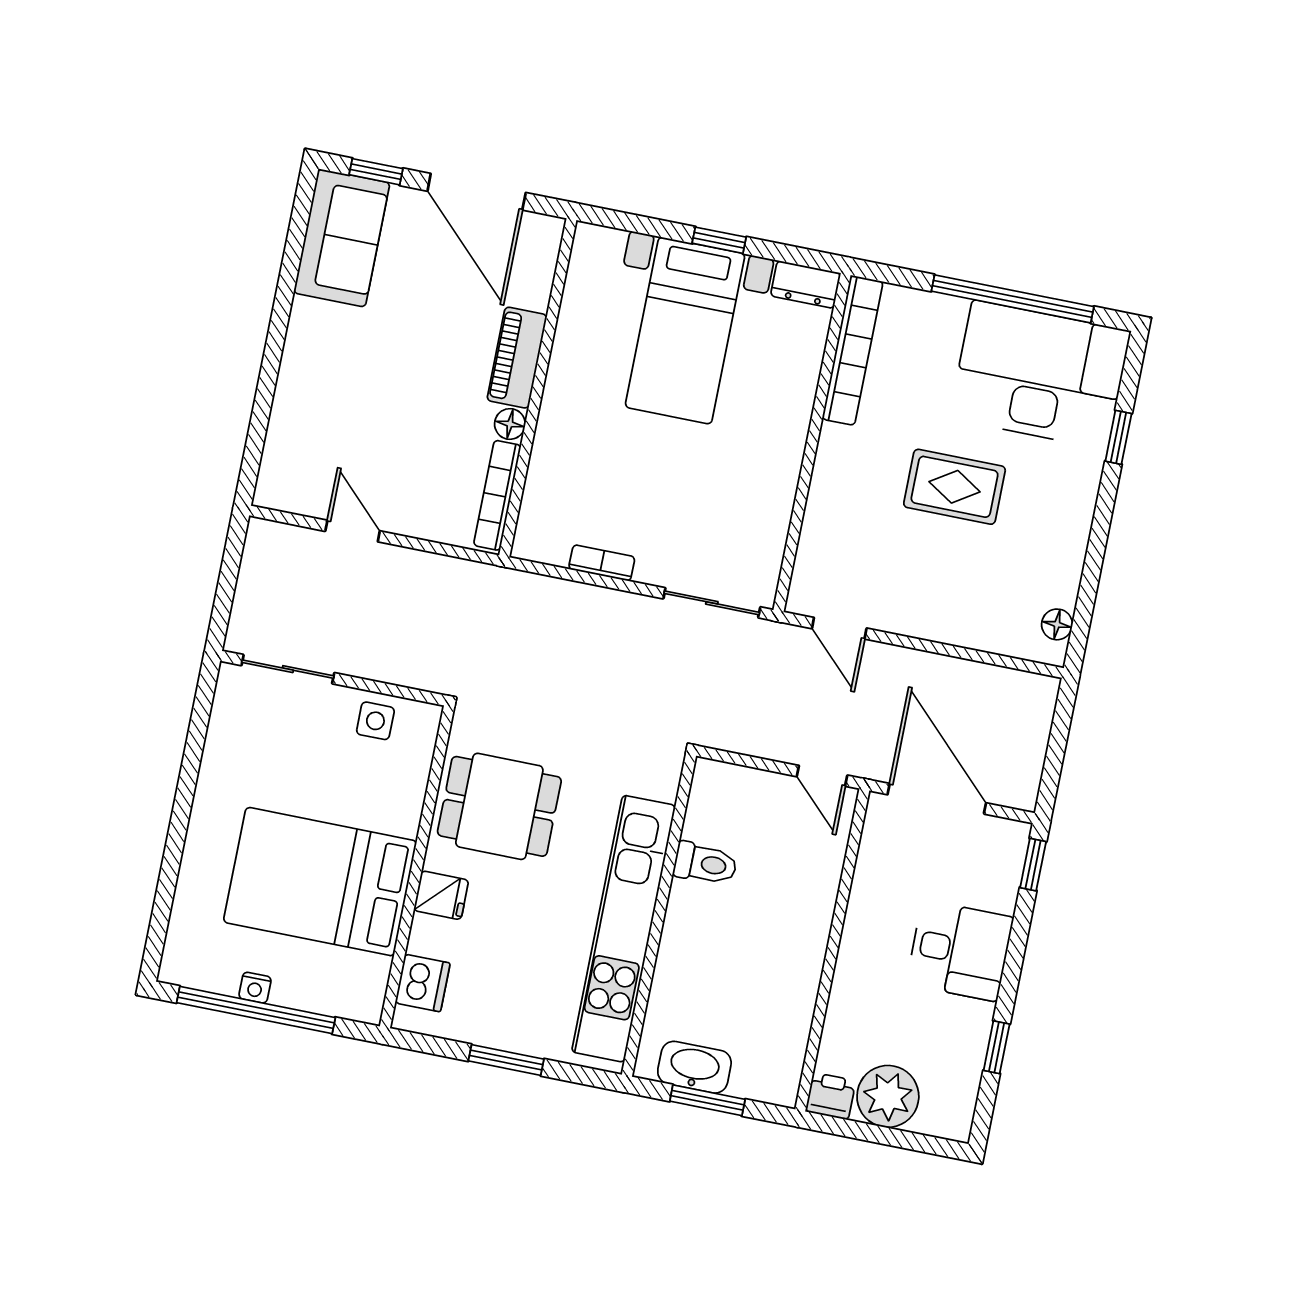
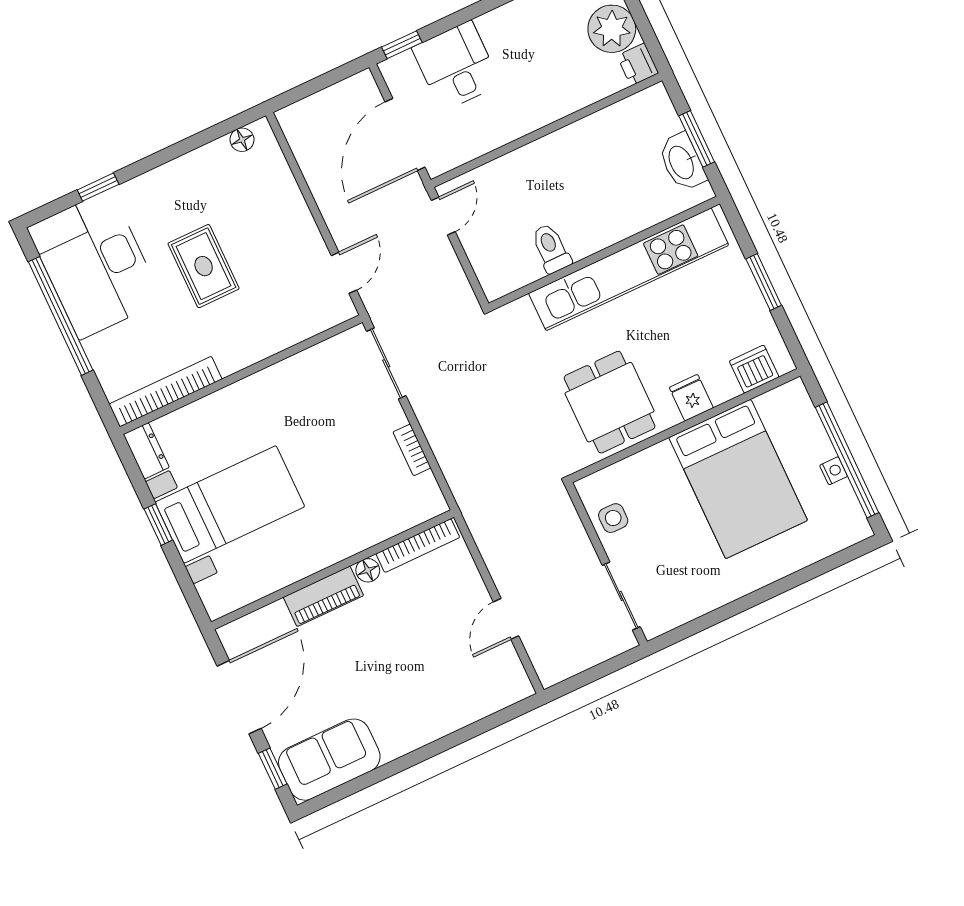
desk: (960, 951) -> (456, 66), moved

